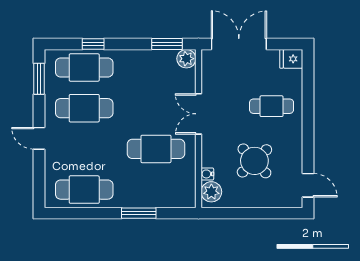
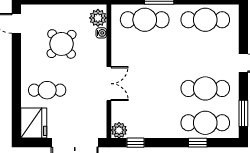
window: (167, 44) -> (135, 143), width x0.67
fridge: (291, 59) -> (34, 123), width x1.88, depth x1.34
cafe table: (156, 149) -> (145, 20), moved

